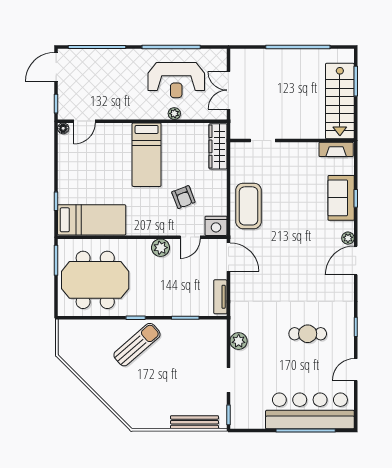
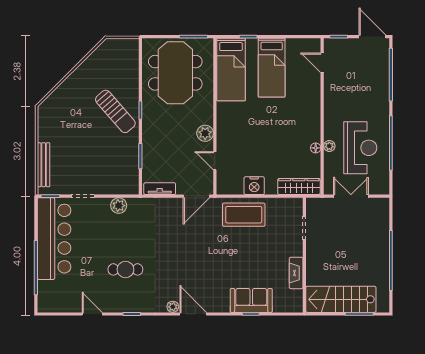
reception desk: (176, 80) -> (360, 148), turned 180
floor lamp: (63, 128) -> (316, 148), moved
fireplace: (336, 149) -> (296, 273), moved
bed: (147, 155) -> (272, 68), moved, turned -90
armchair: (183, 197) -> (252, 154), removed
nightstand: (216, 226) -> (254, 186), moved, turned -90
plant: (348, 238) -> (173, 307), moved
cafe table: (308, 334) -> (125, 269), turned 90
bar counter: (310, 411) -> (54, 239), moved

